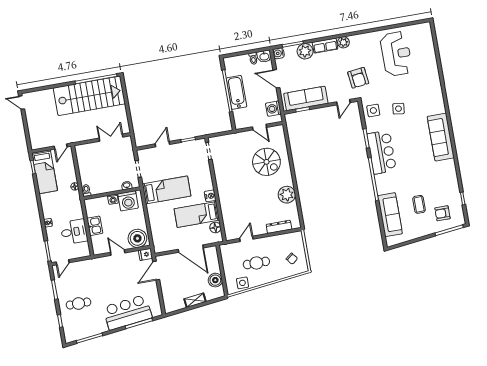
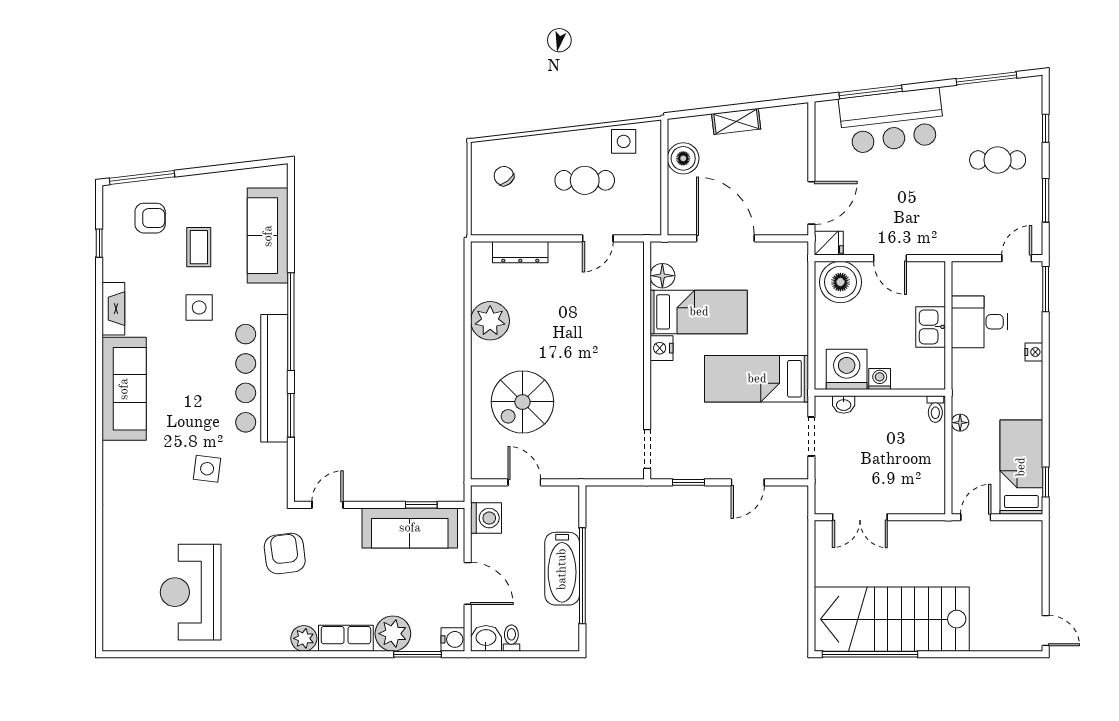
side table: (373, 110) -> (199, 308), moved
bar counter: (382, 152) -> (262, 378), width x1.36
spiral stairs: (266, 162) -> (522, 402), turned -90
fireplace: (452, 171) -> (113, 309), added

